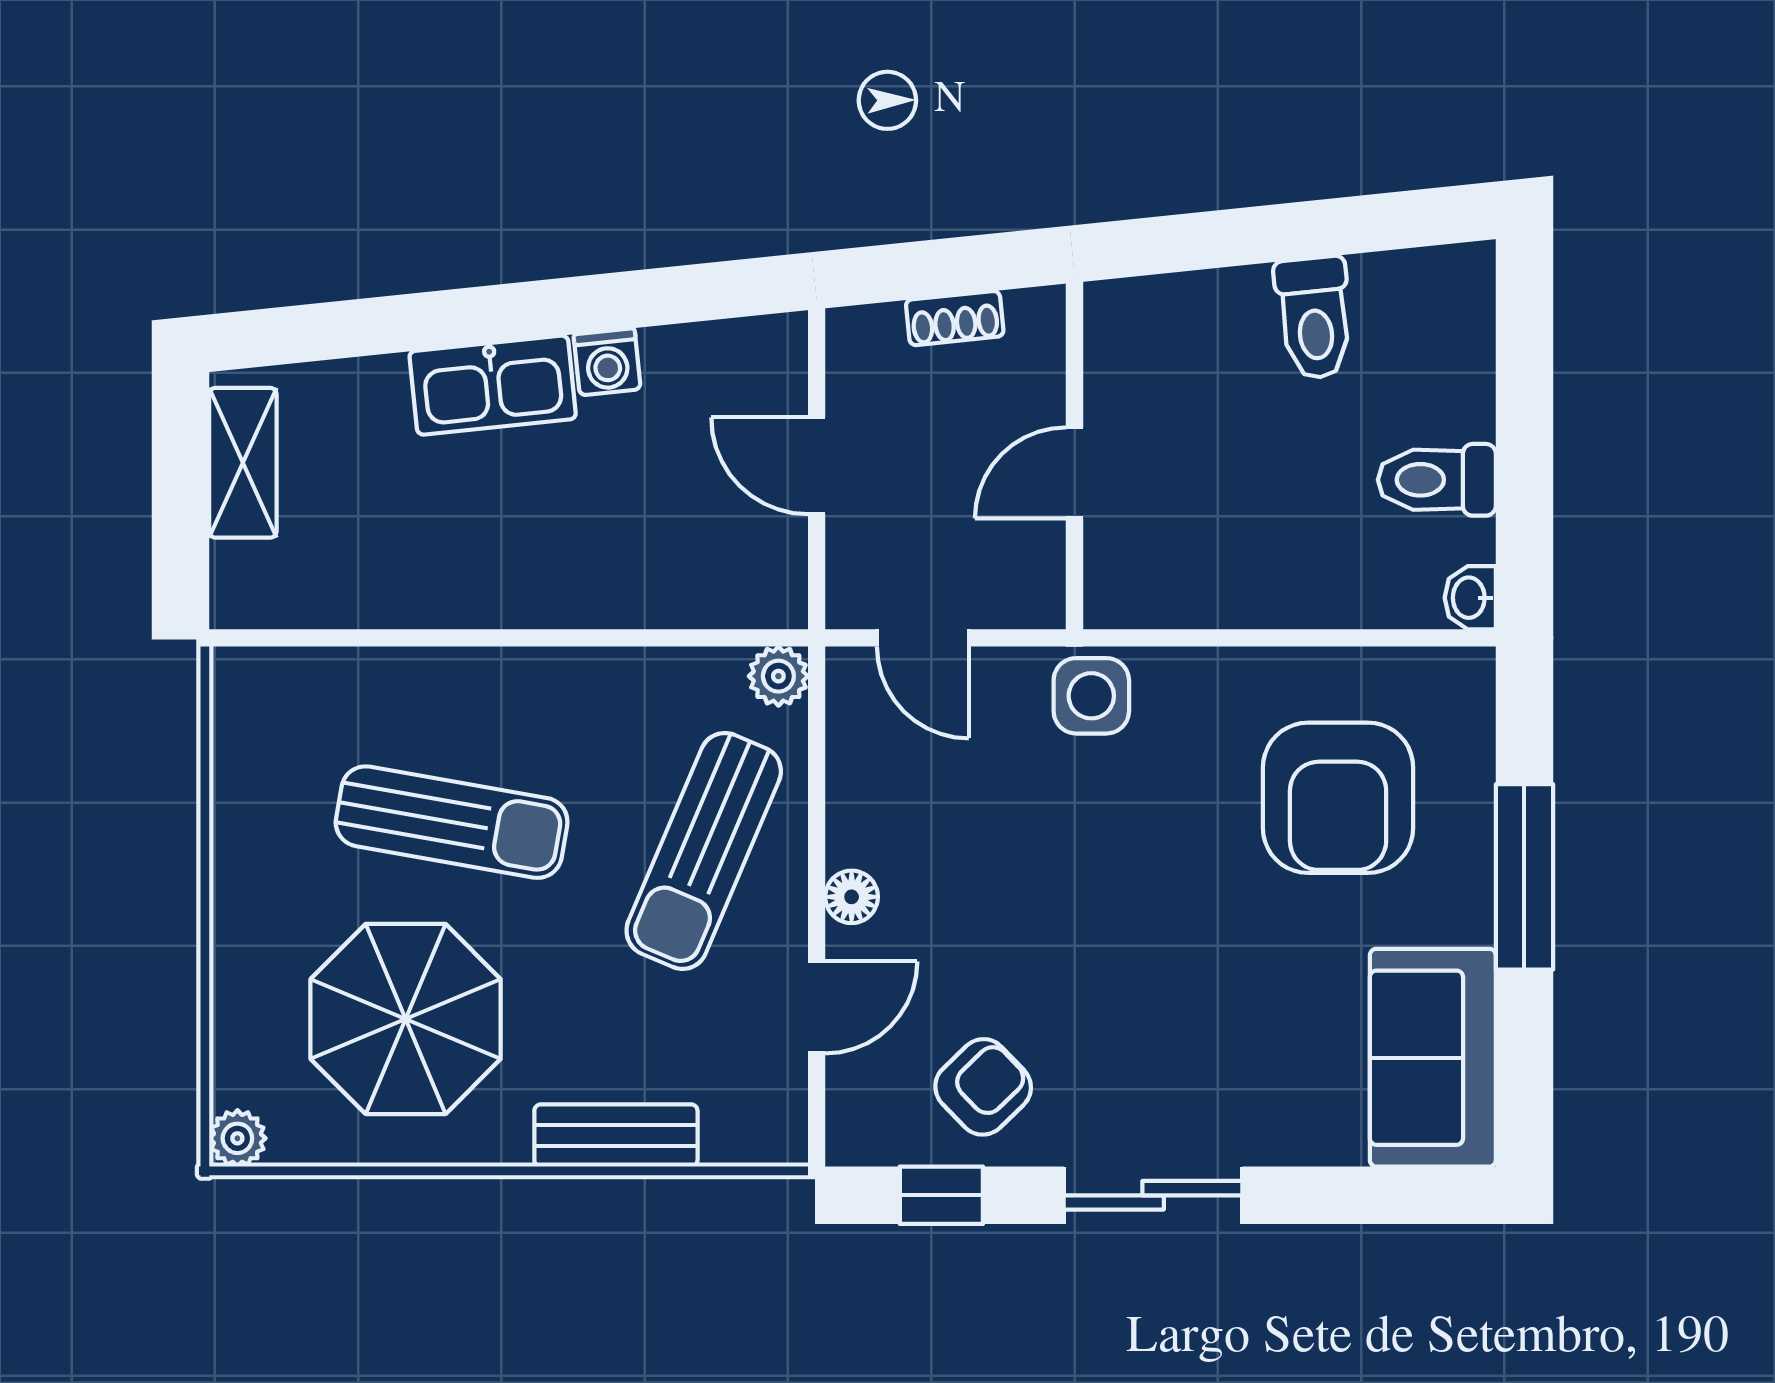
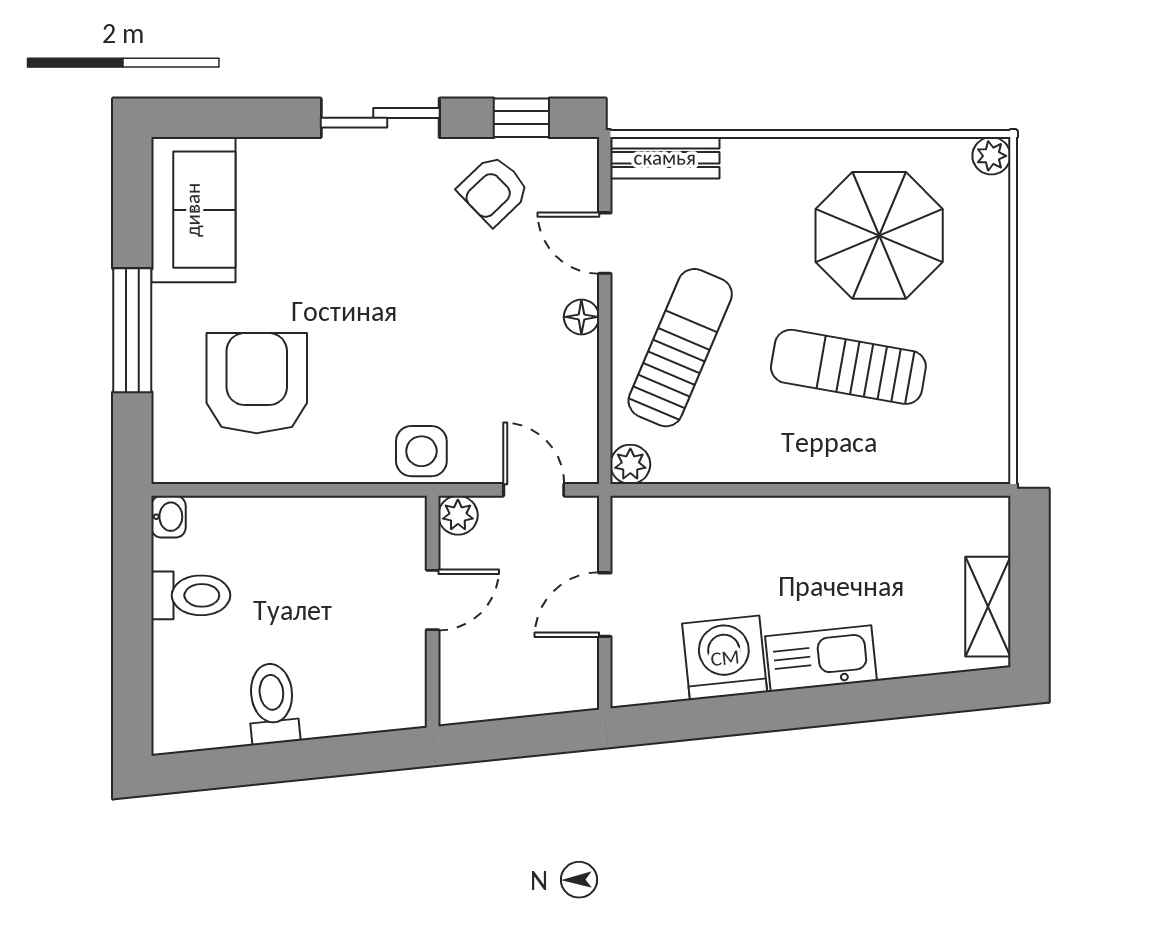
shoe rack: (955, 318) -> (513, 703), removed
washing machine: (607, 362) -> (725, 658), width x1.89, depth x1.89
door: (817, 466) -> (605, 605), swing flipped
plant: (1037, 600) -> (458, 515), added
door: (817, 1007) -> (605, 243), hinge flipped
bench: (616, 1135) -> (665, 158), moved

